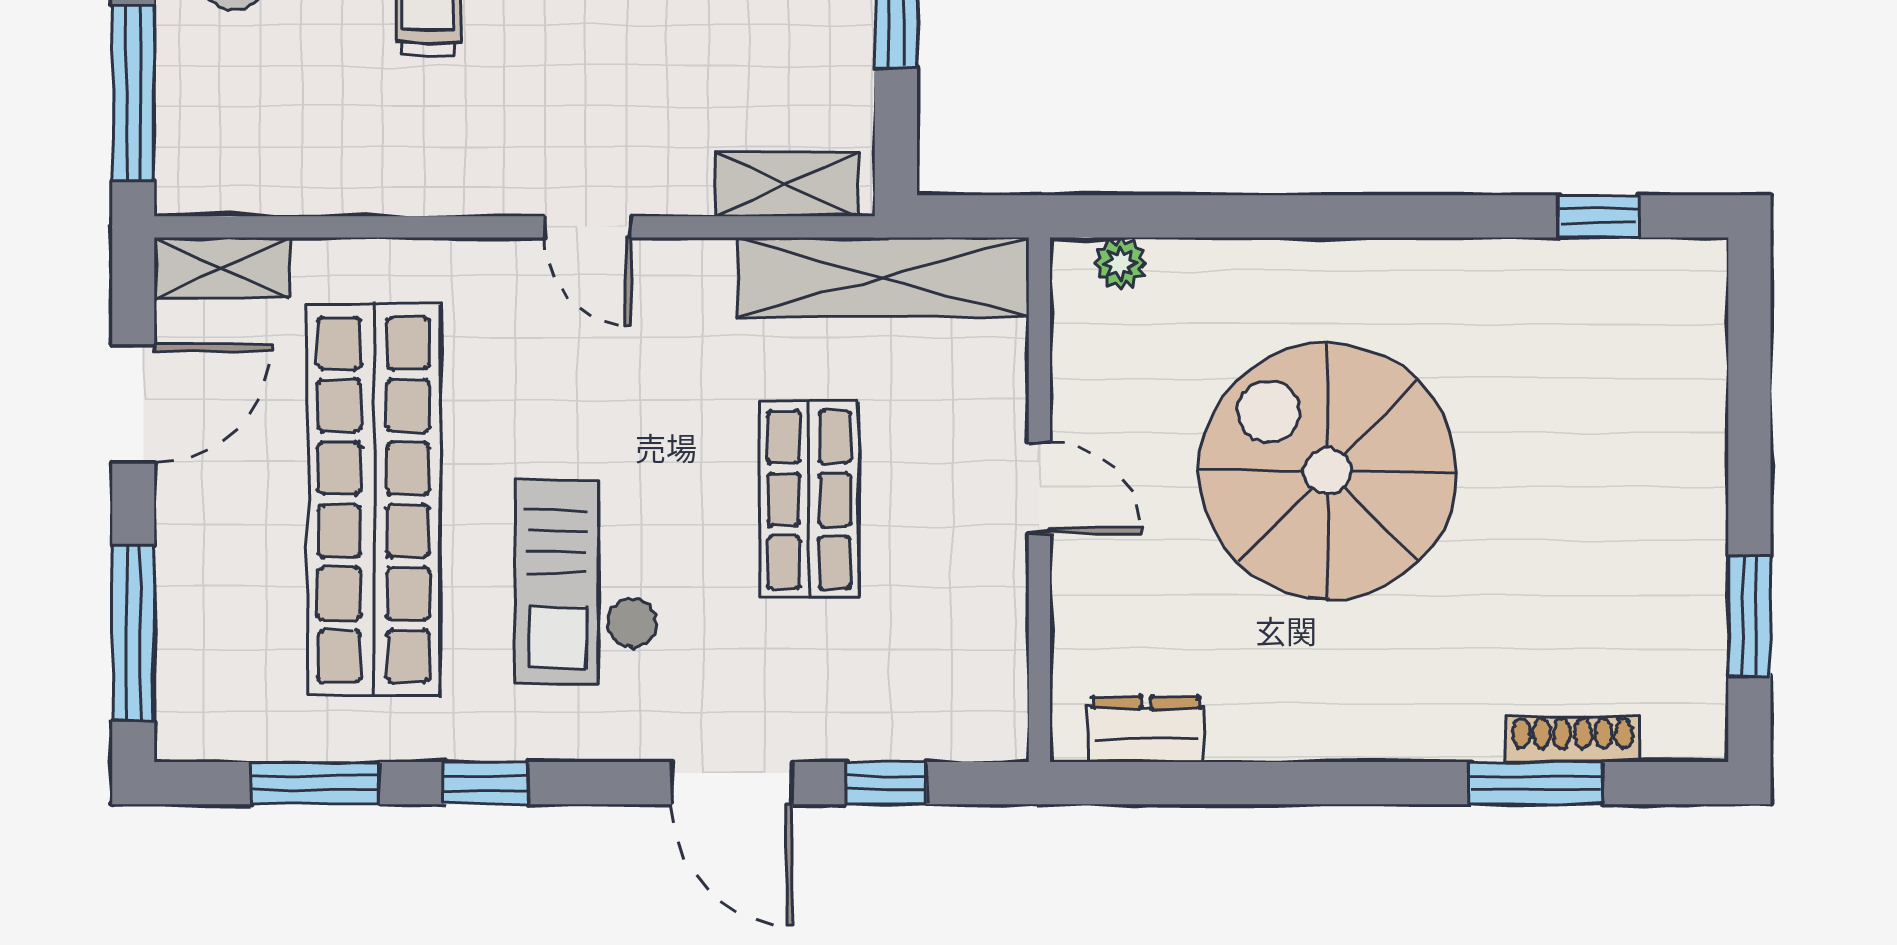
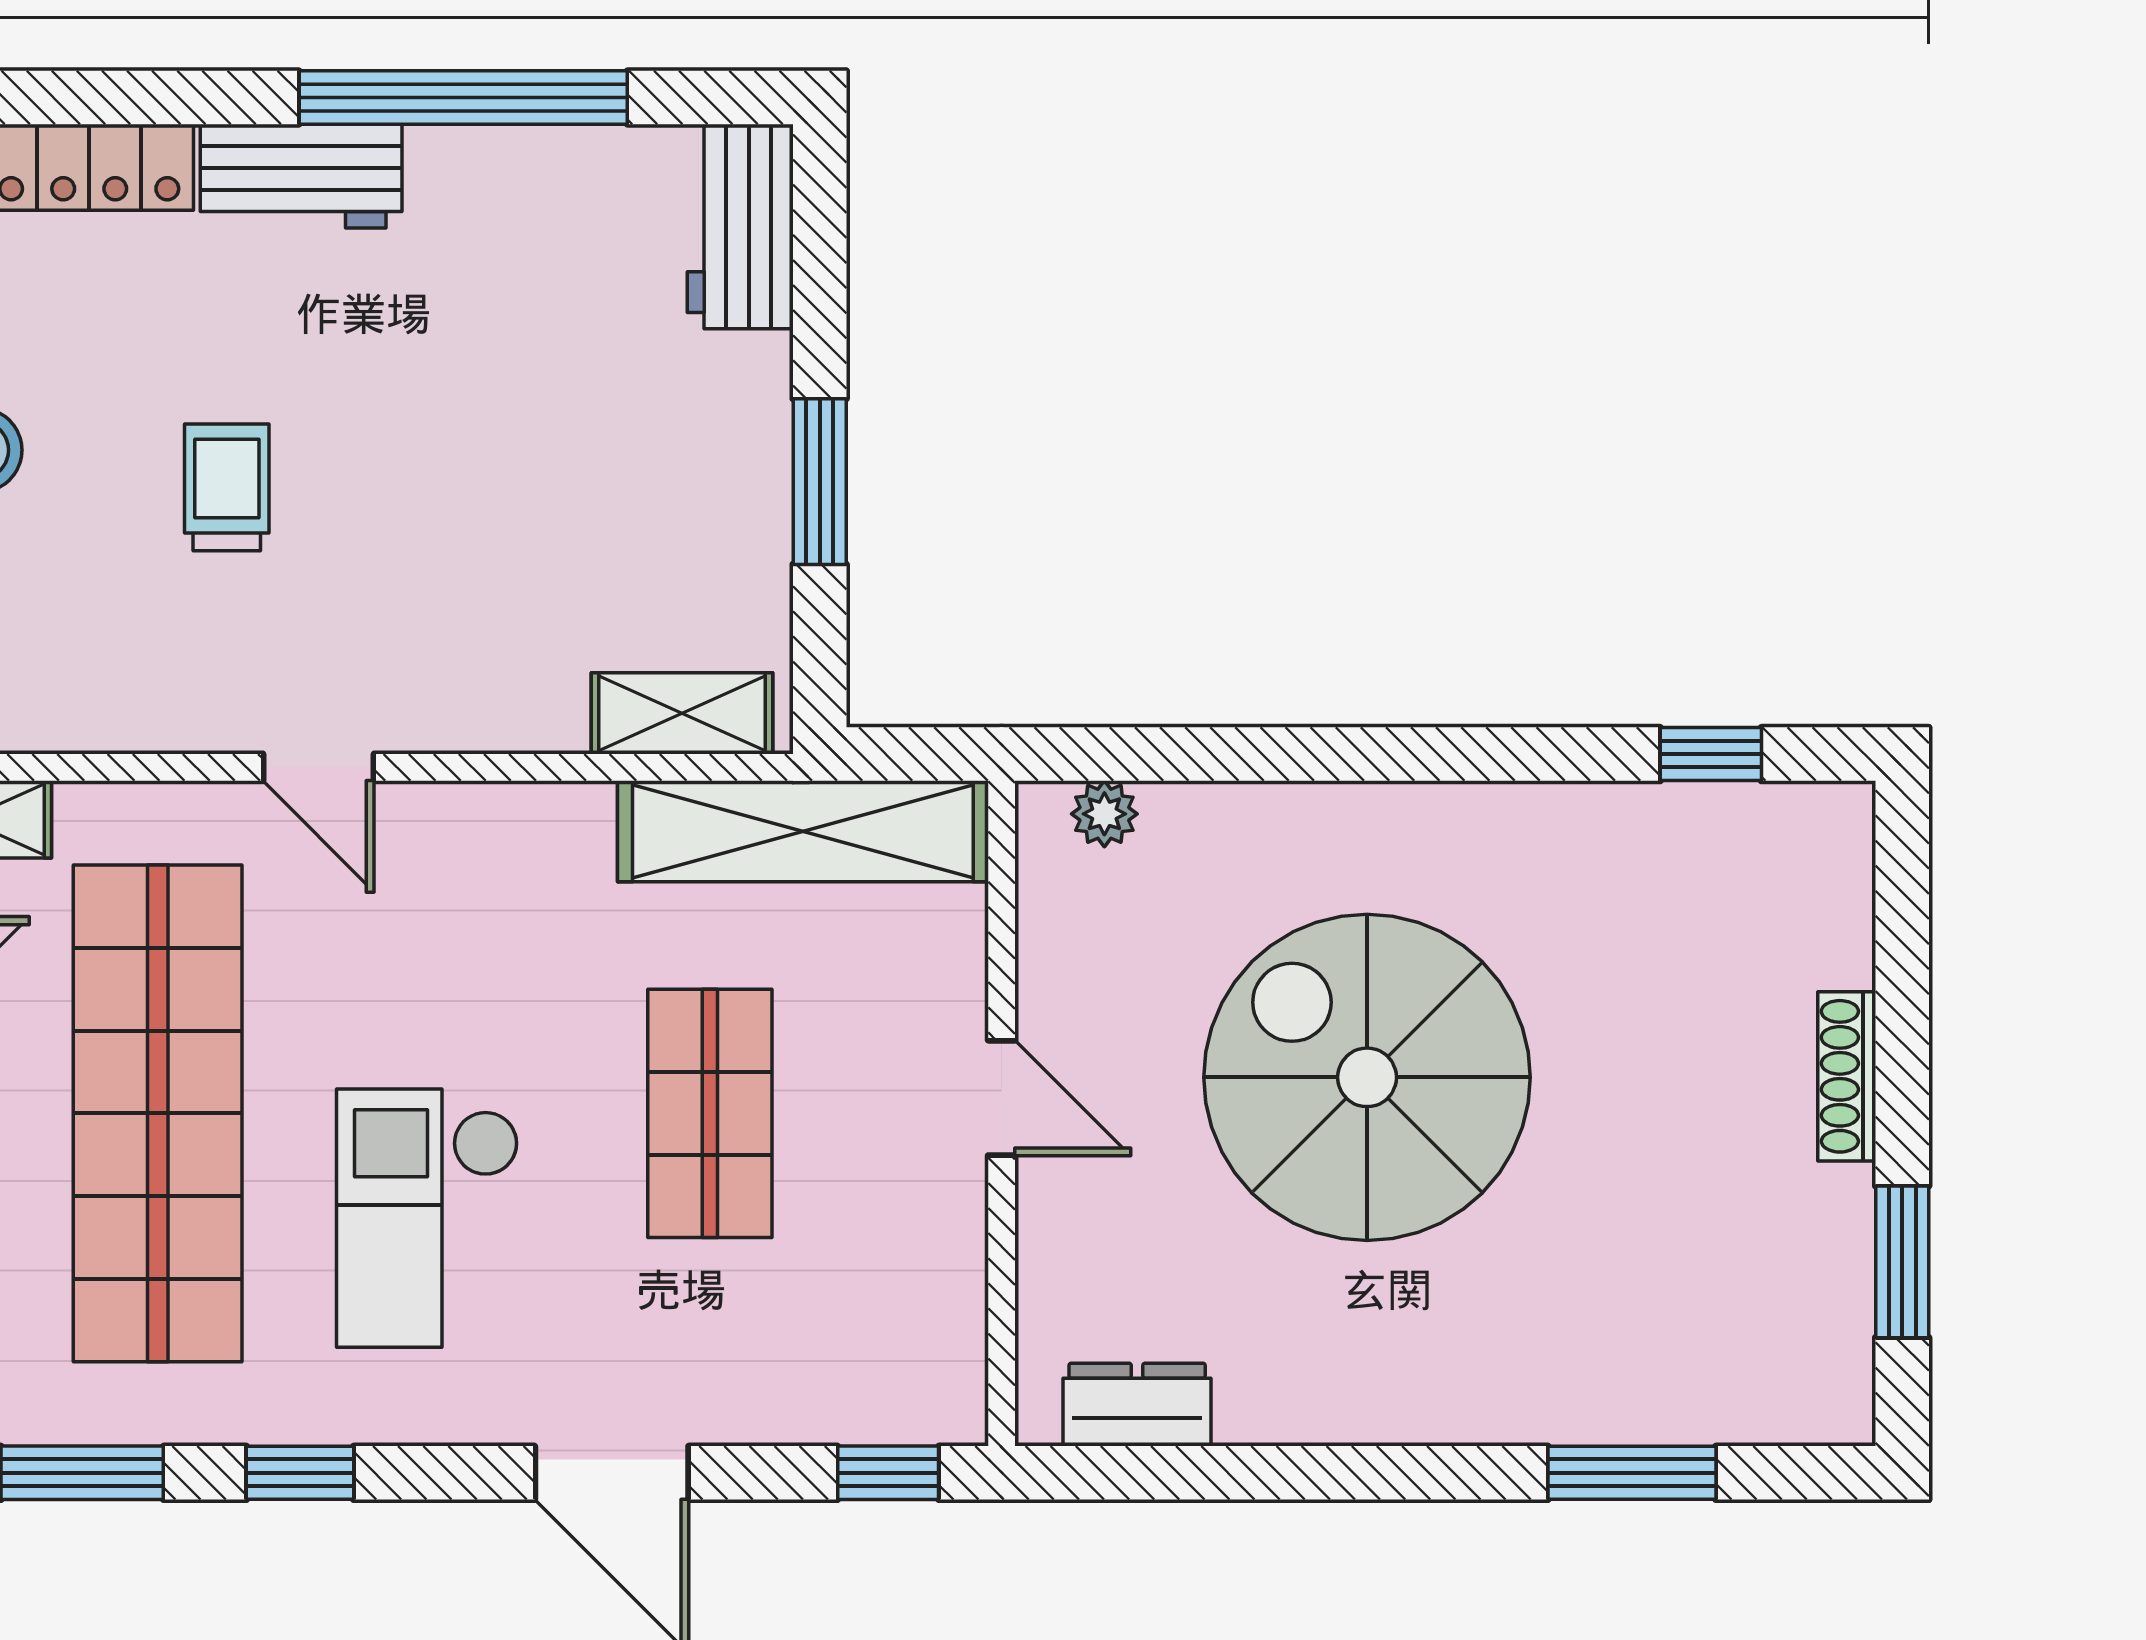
door: (588, 227) -> (318, 767), moved
shoe rack: (1572, 739) -> (1847, 1076), moved, turned -90
window: (886, 783) -> (888, 1473), moved

